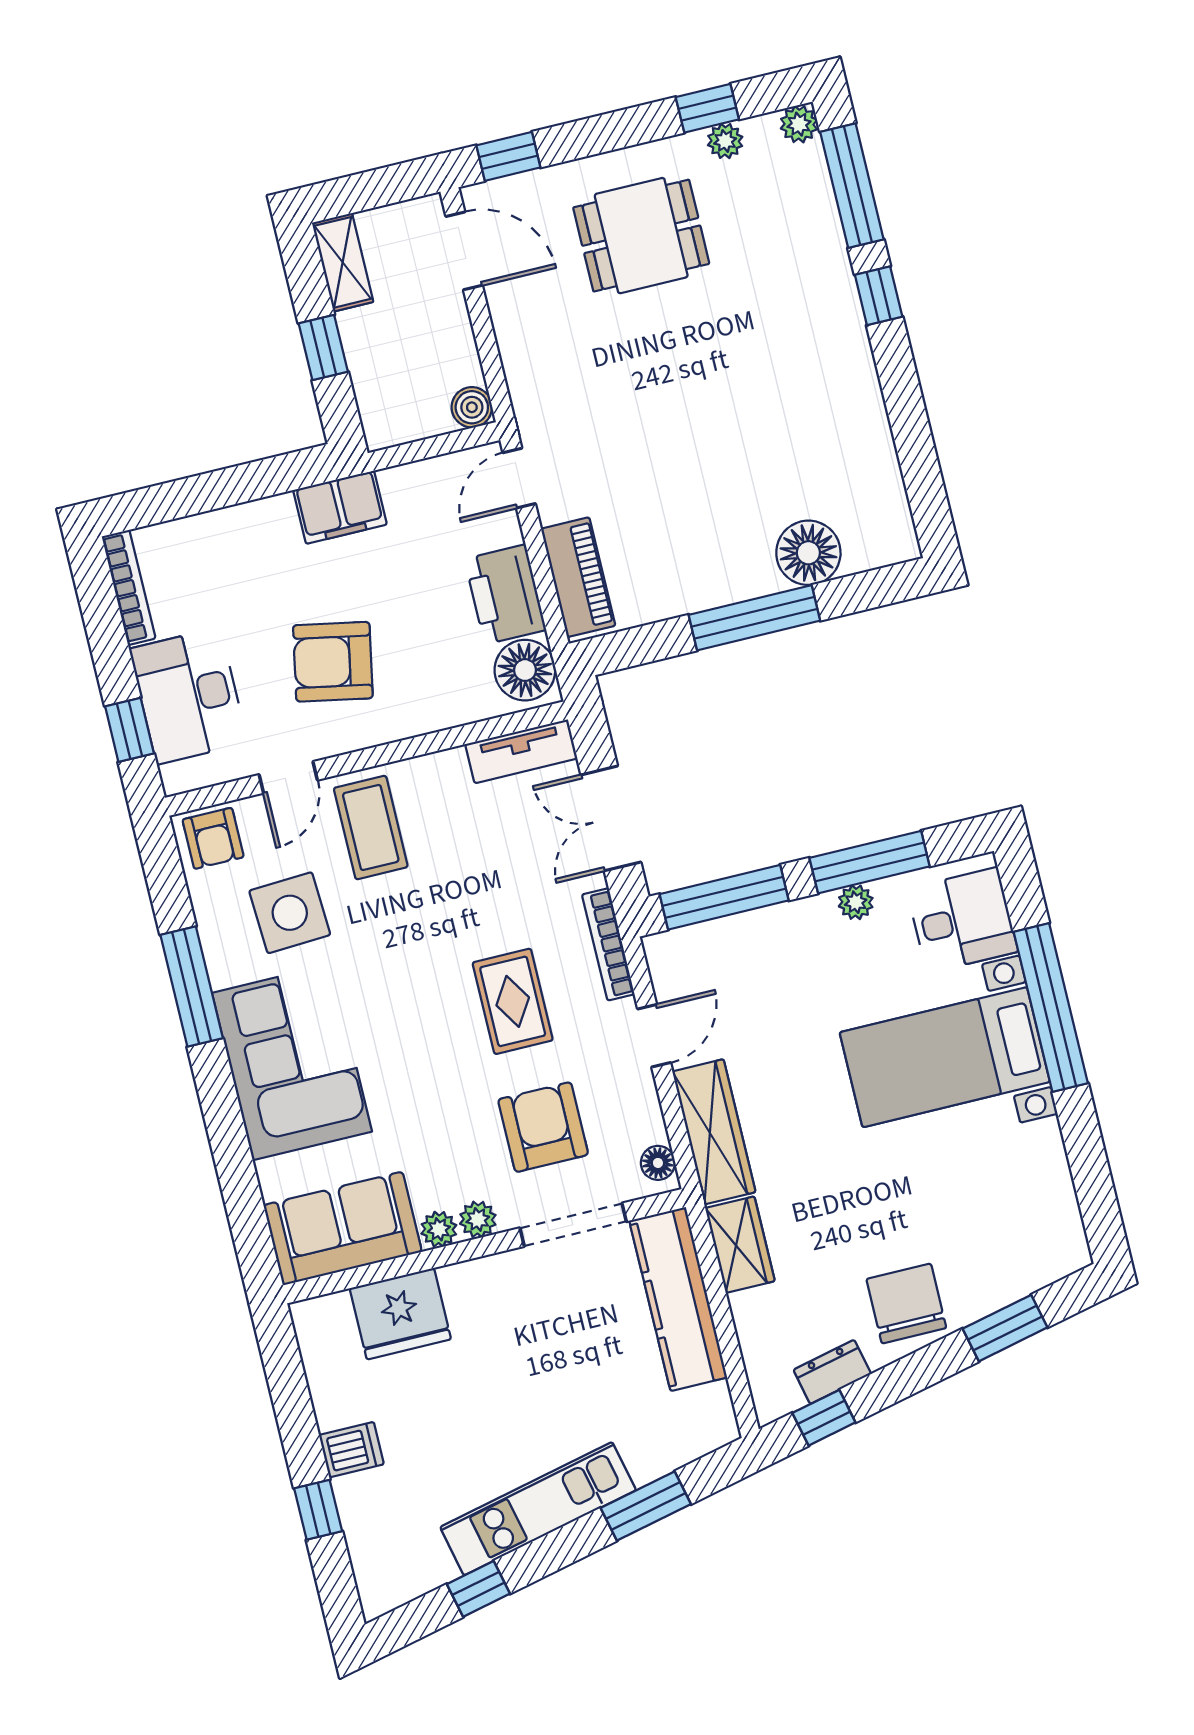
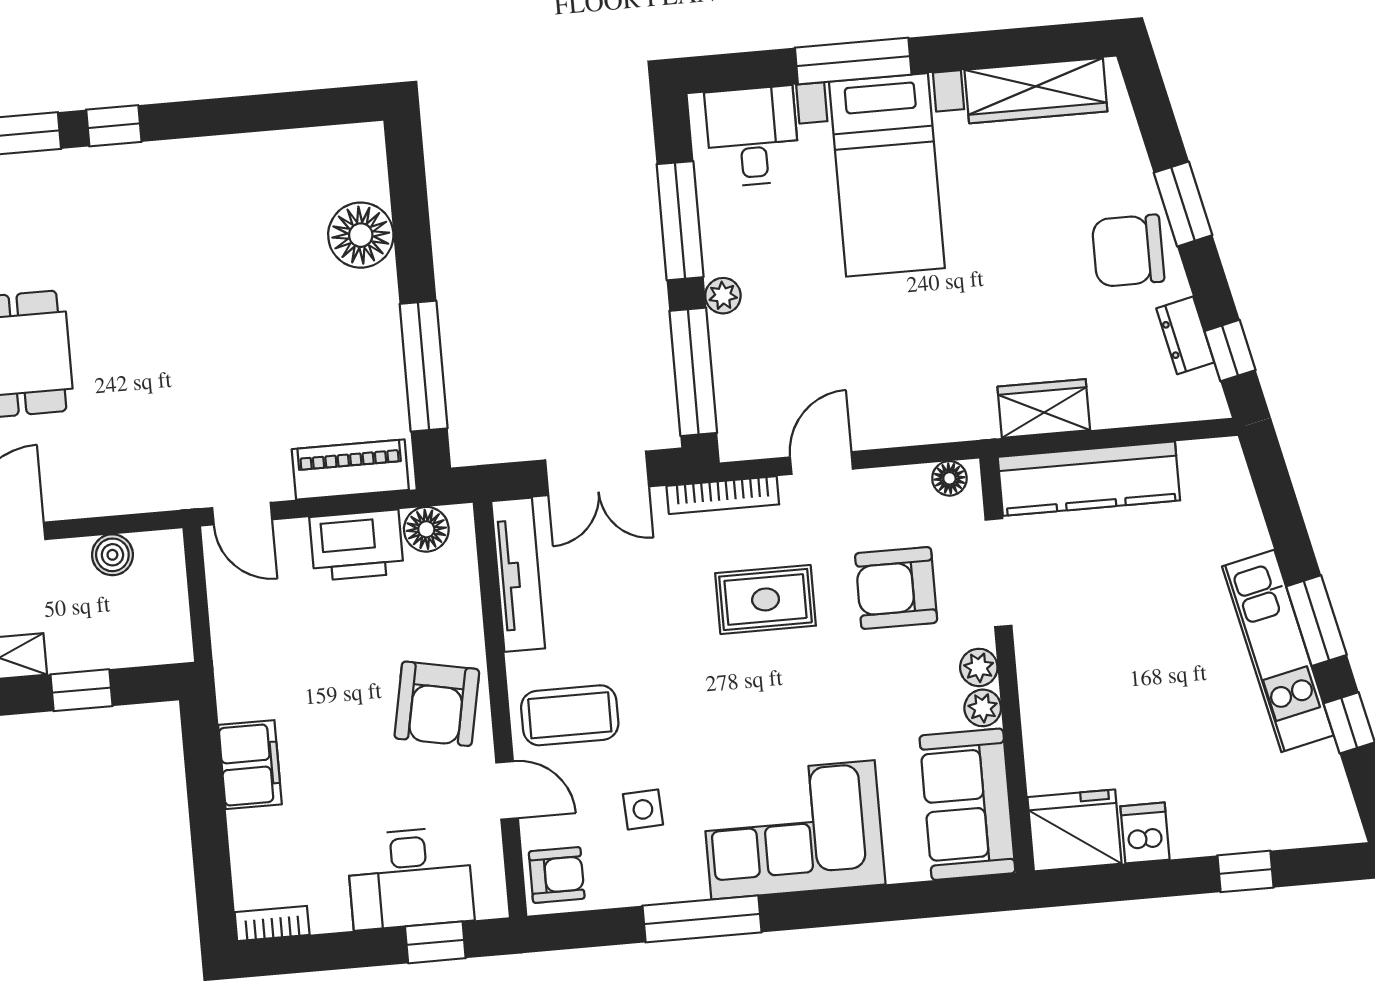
boiler: (472, 407) -> (112, 555), moved
filing cabinet: (340, 507) -> (250, 765), moved
bookcase: (129, 587) -> (272, 923), width x0.64
window: (754, 618) -> (424, 366), moved
armchair: (333, 662) -> (437, 704), moved
floor lamp: (525, 670) -> (426, 529), width x0.73, depth x0.73
tv unit: (521, 751) -> (518, 575), width x1.41
plant: (856, 902) -> (723, 296), moved
side table: (290, 913) -> (643, 809), width x0.54, depth x0.54
window: (1051, 1008) -> (853, 61), width x0.68
door: (654, 1036) -> (821, 463), hinge flipped
wardrobe: (714, 1132) -> (1036, 91), moved, turned 180
fridge: (400, 1314) -> (1075, 830), moved, turned -90
window: (1005, 1328) -> (1183, 204), moved
dishwasher: (351, 1450) -> (1145, 833), moved
window: (646, 1506) -> (1316, 621), moved

